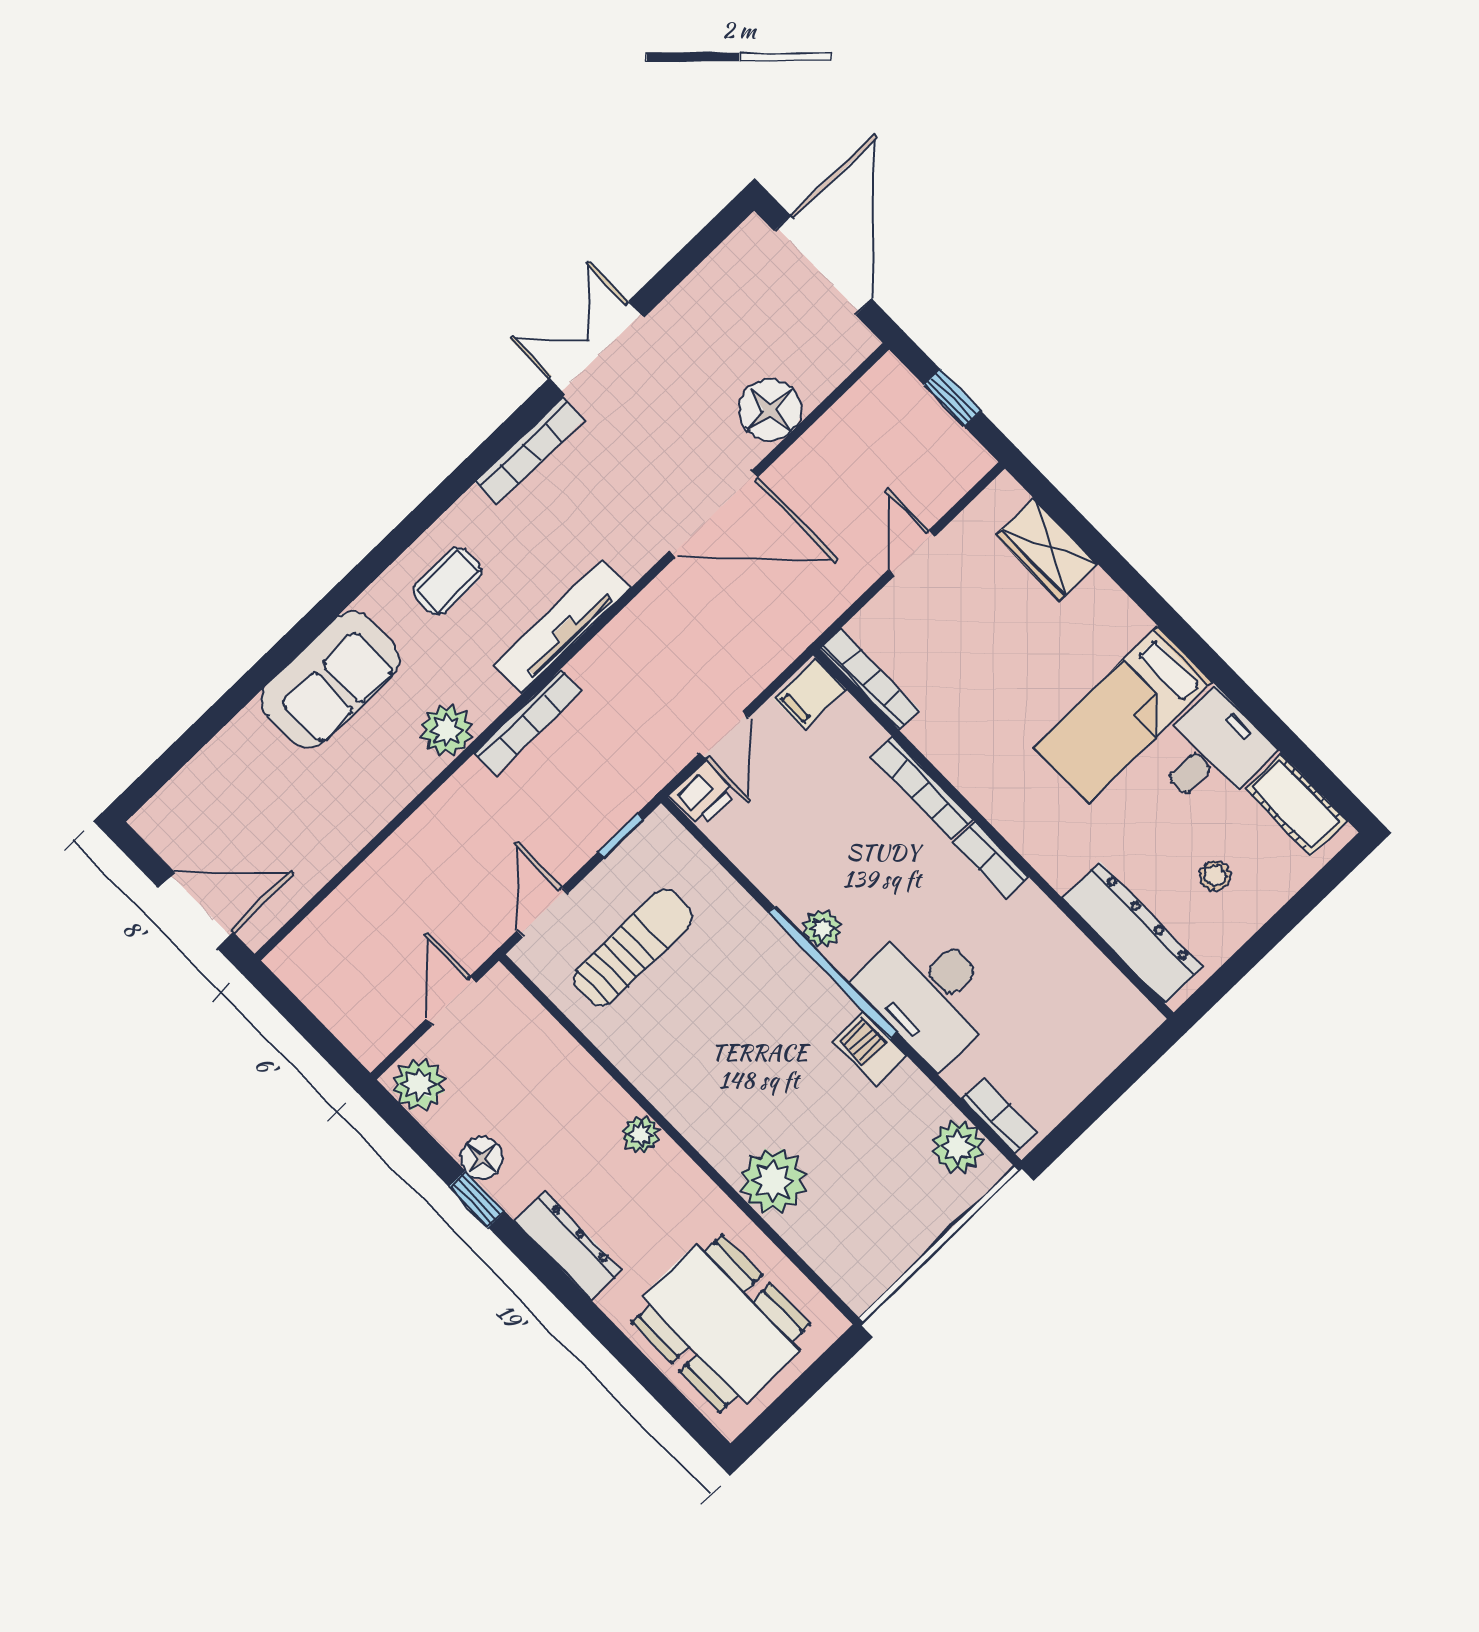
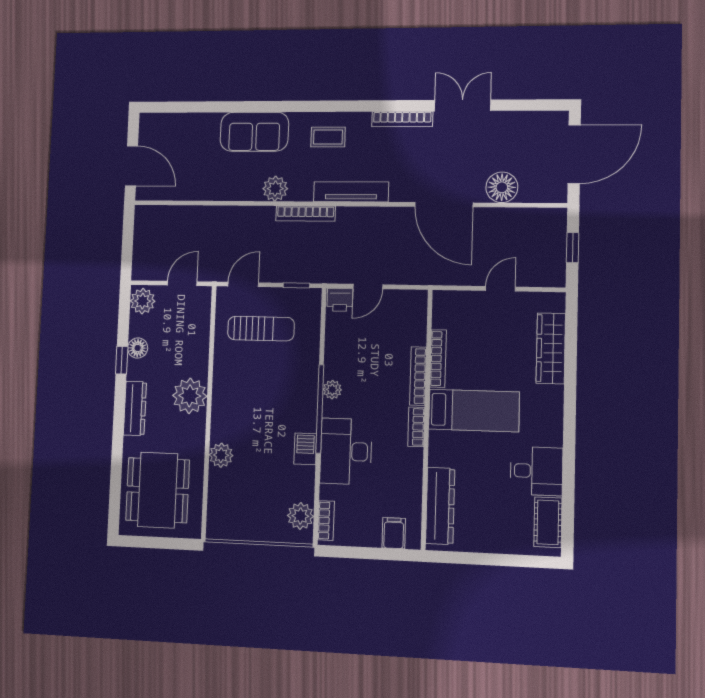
wardrobe: (1047, 549) -> (551, 348), width x1.50
bookcase: (870, 679) -> (438, 359), moved
filing cabinet: (810, 694) -> (394, 533), moved, turned 90
bed: (1123, 714) -> (474, 410), moved, turned 180
stool: (1215, 876) -> (491, 517), removed
plant: (641, 1134) -> (190, 396), width x1.87, depth x1.87
plant: (773, 1181) -> (221, 455), width x0.73, depth x0.73

